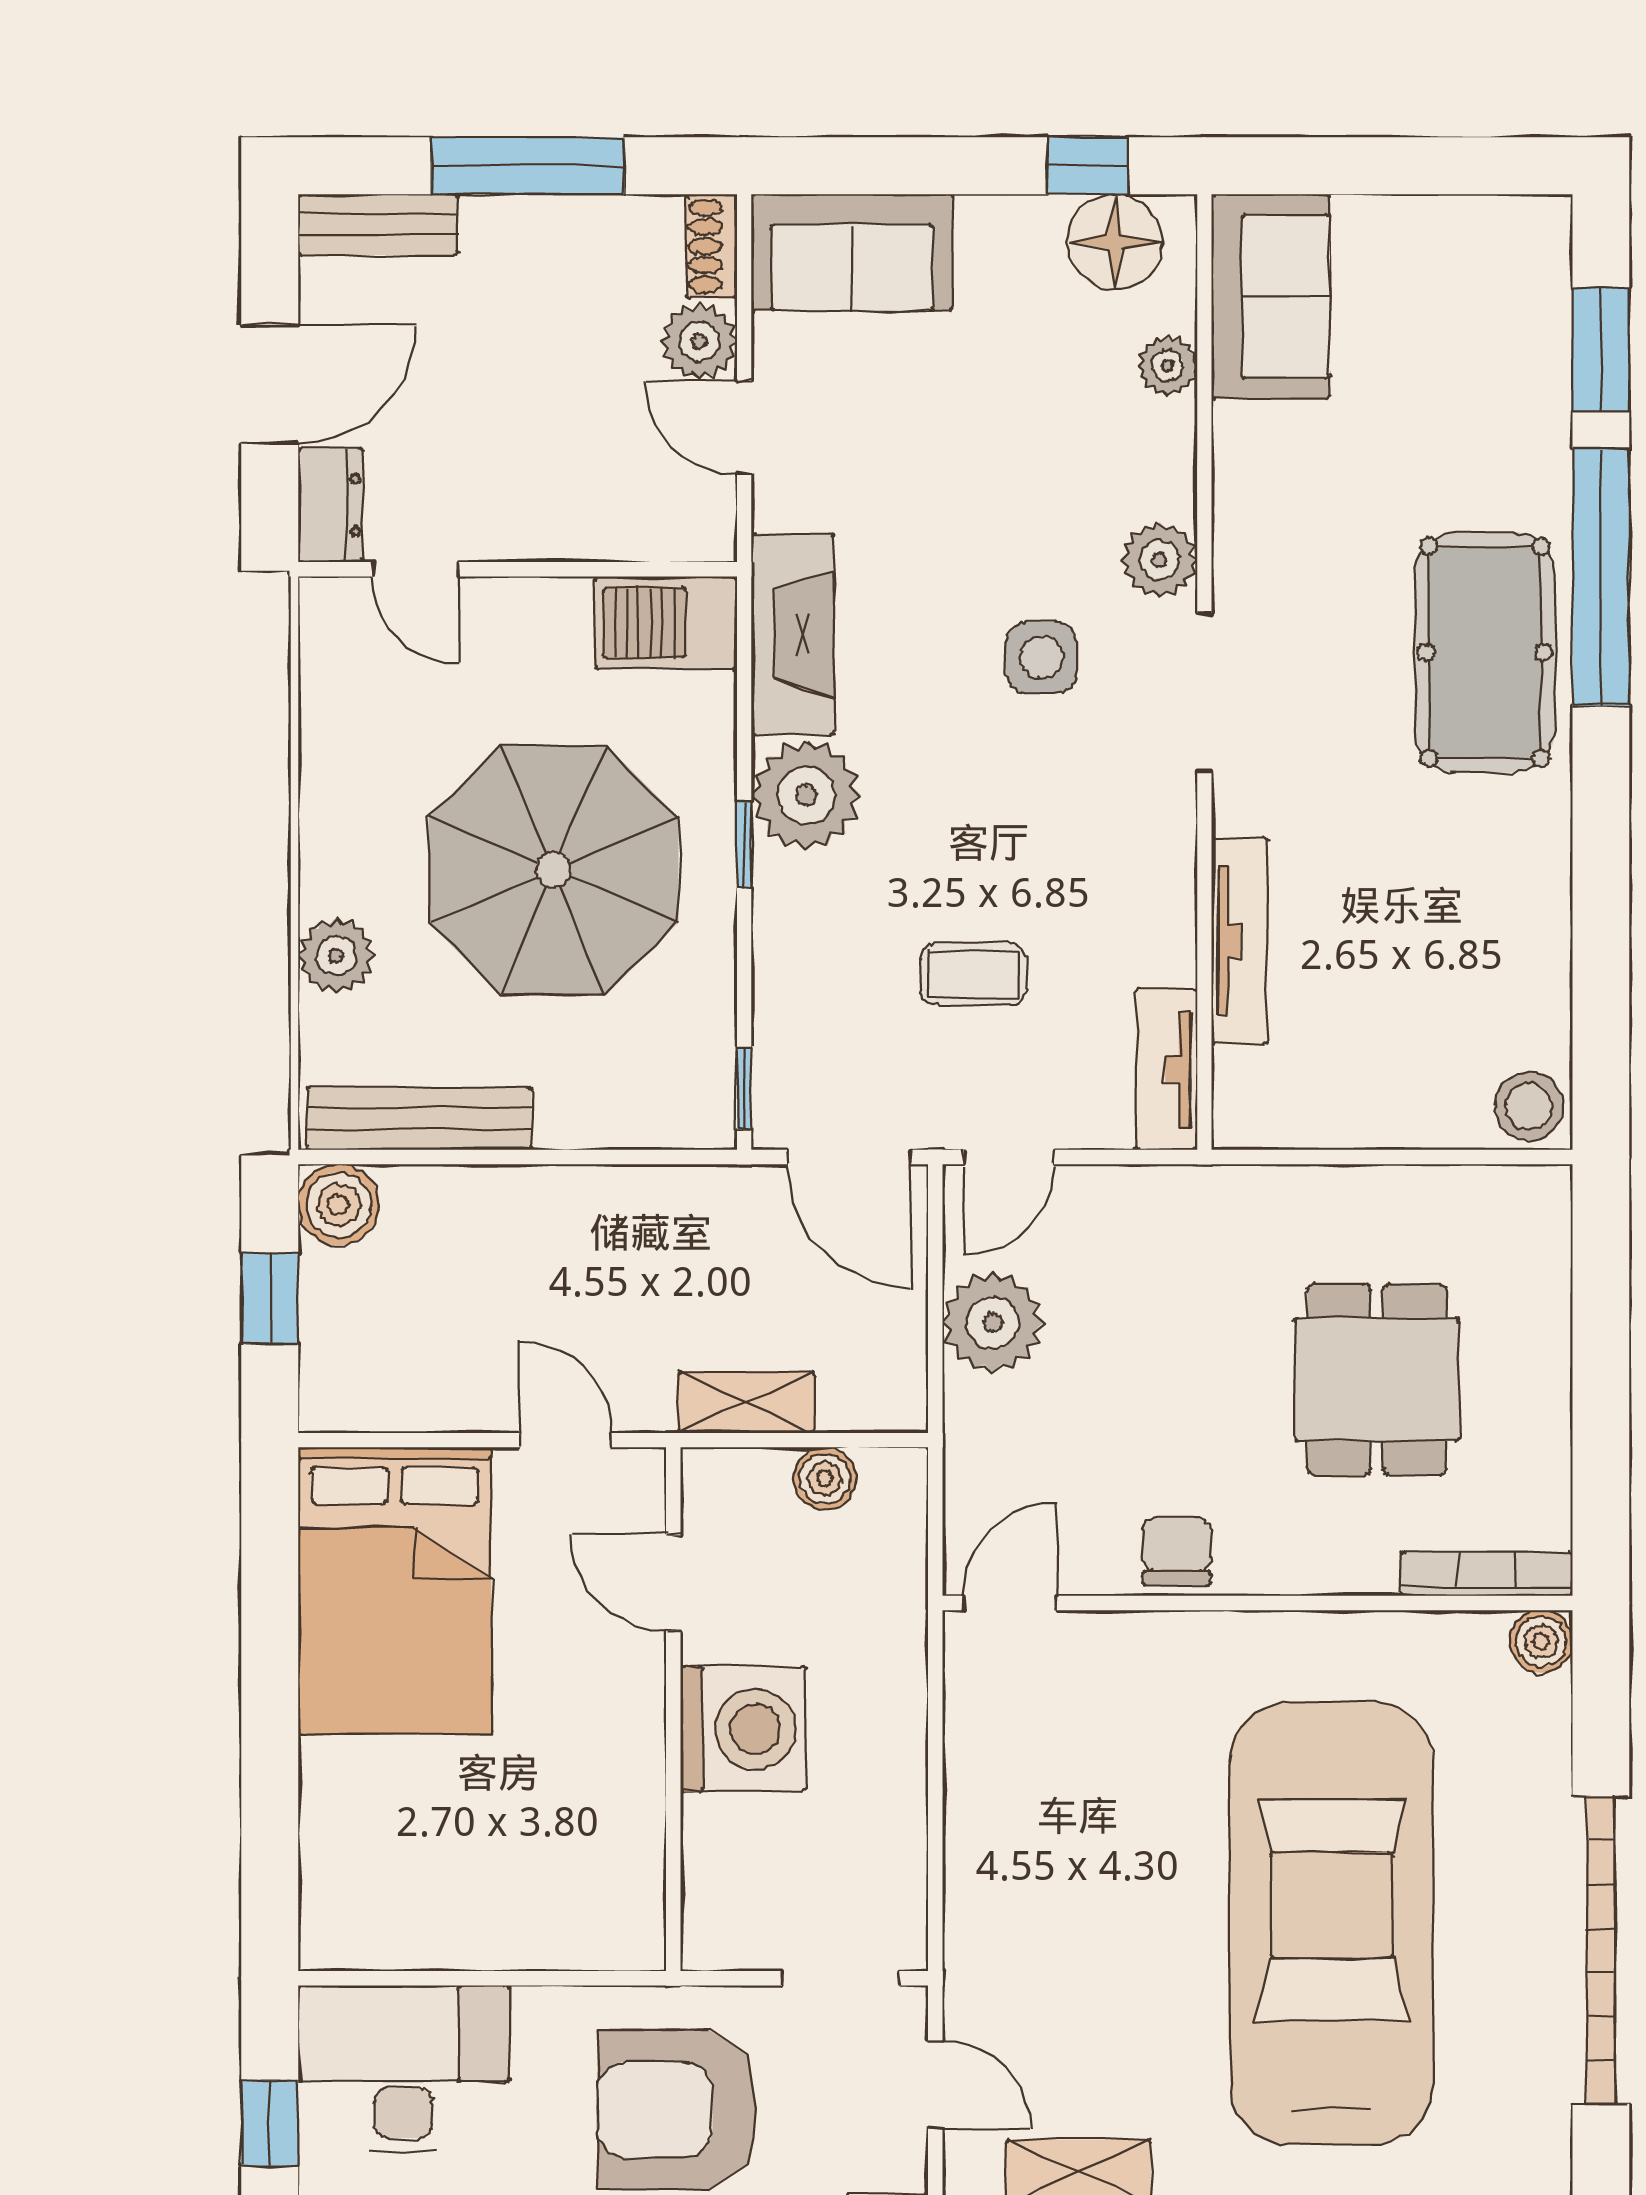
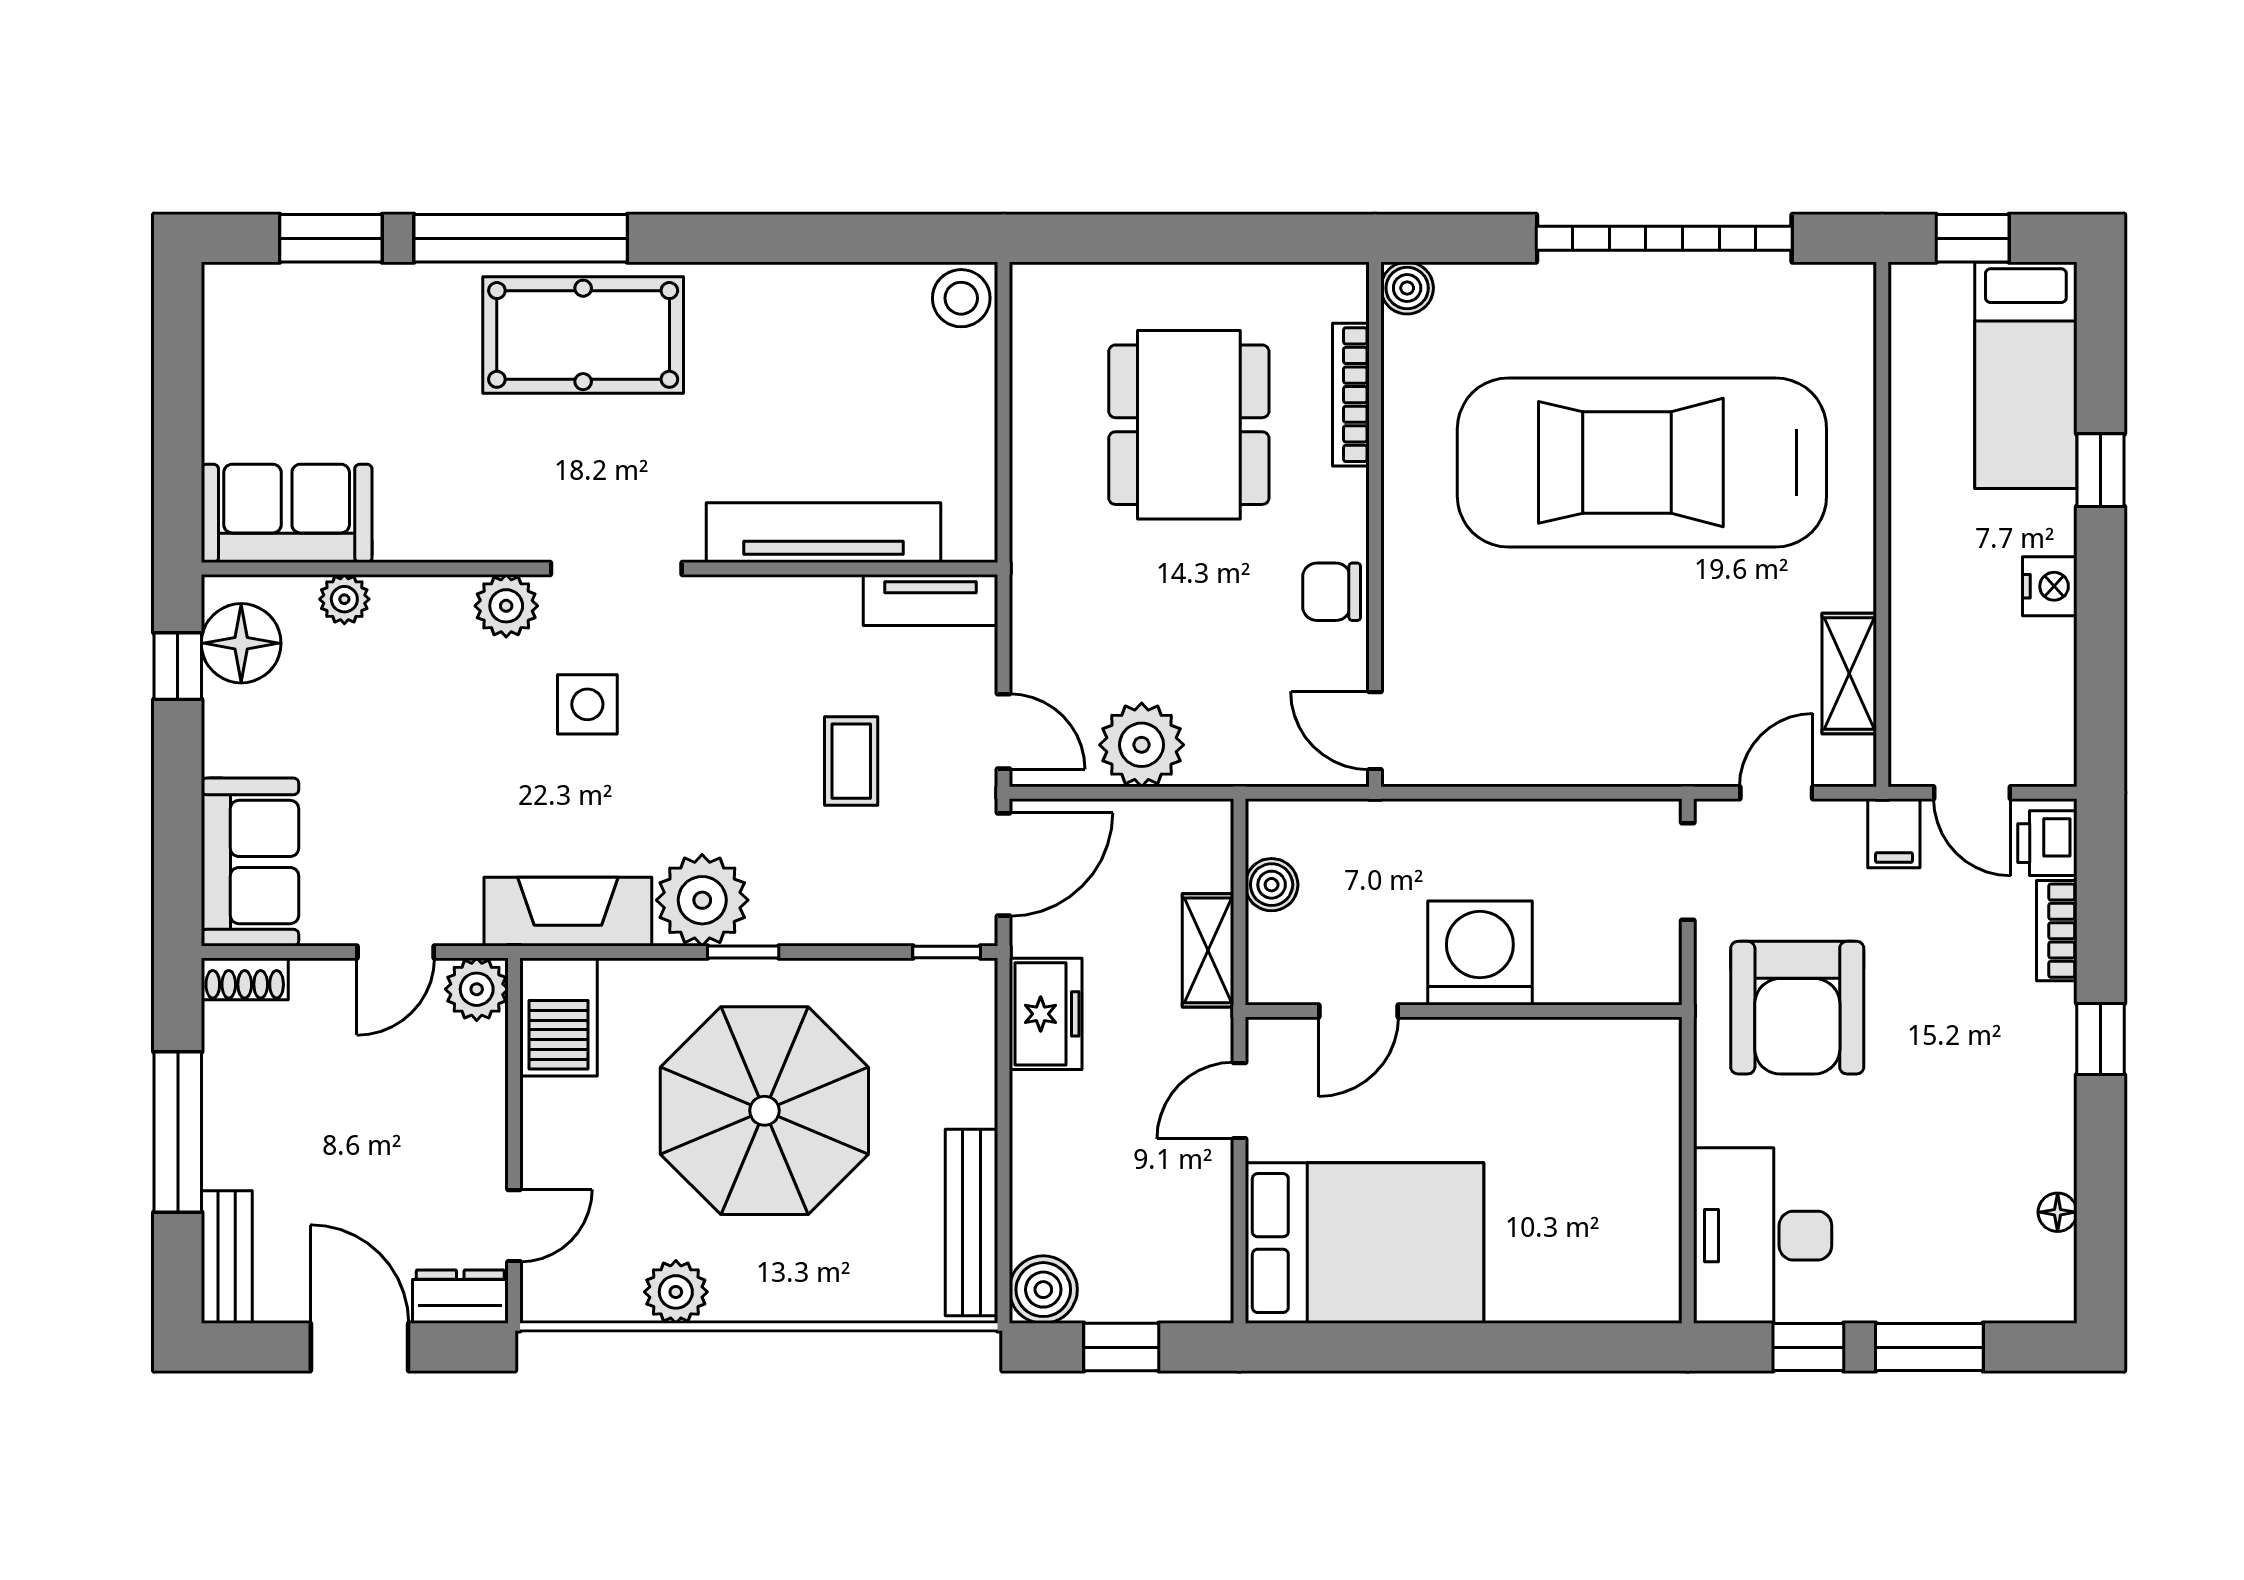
plant: (699, 341) -> (477, 989), moved
tv unit: (1239, 941) -> (824, 533), width x1.36, depth x1.29
plant: (336, 956) -> (676, 1292), moved
freezer: (670, 1207) -> (1046, 1014), added
dining table: (1377, 1379) -> (1189, 425), width x1.38
bookcase: (1487, 1574) -> (1351, 395), moved

